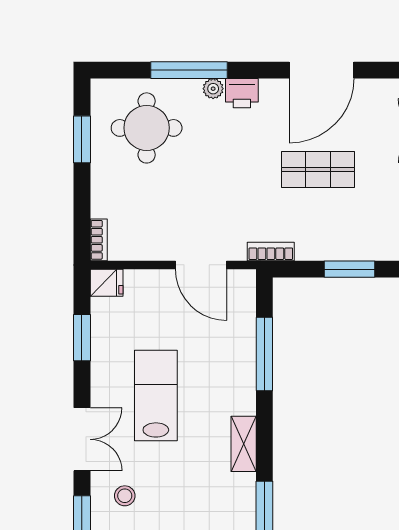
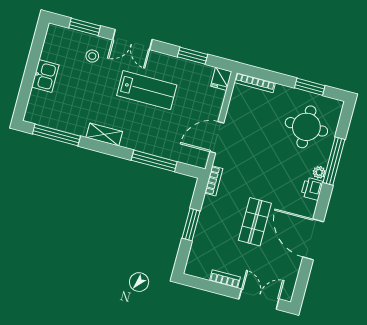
bookcase: (99, 240) -> (255, 83), width x1.56

